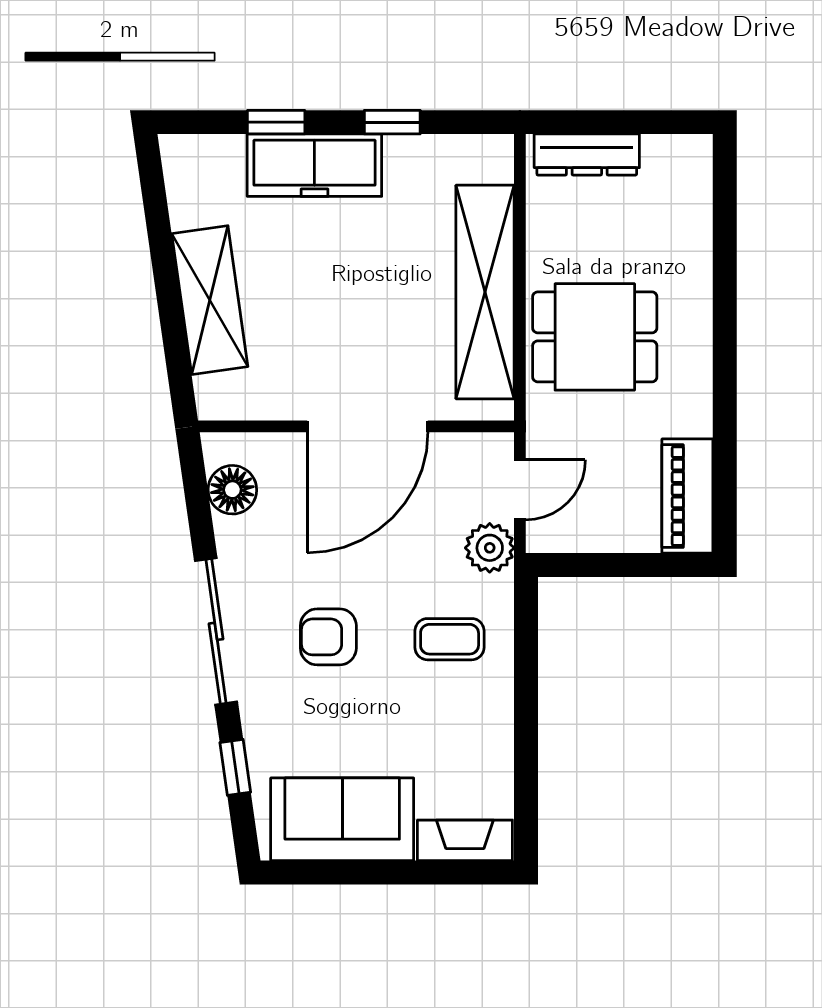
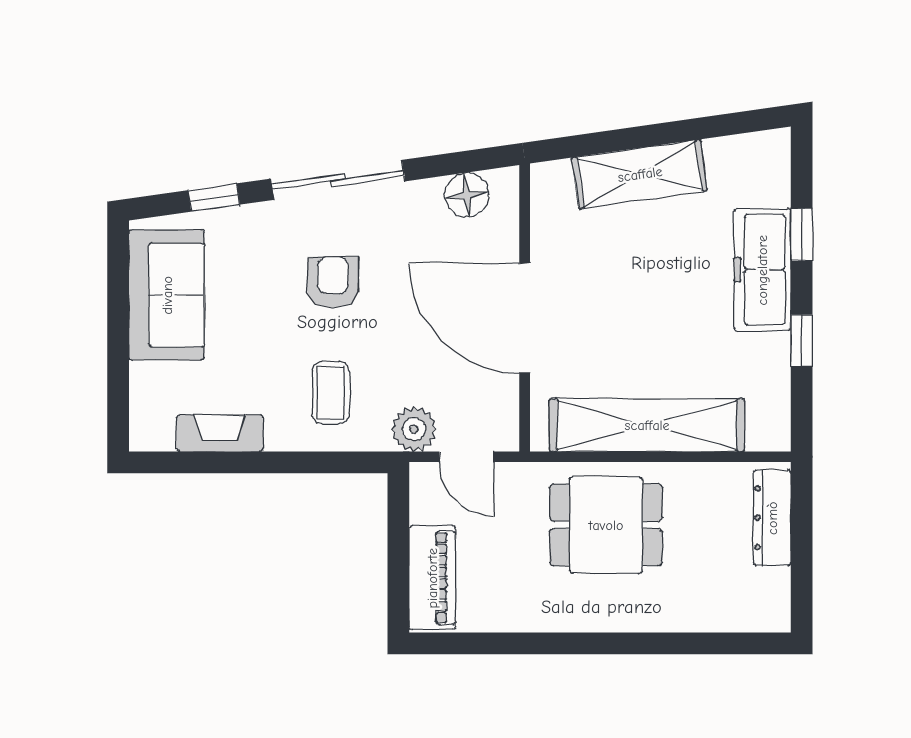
dining table: (595, 337) -> (606, 525), turned 90
piano: (687, 496) -> (432, 578), moved, turned 90
fireplace: (465, 840) -> (220, 433), moved, turned -90

